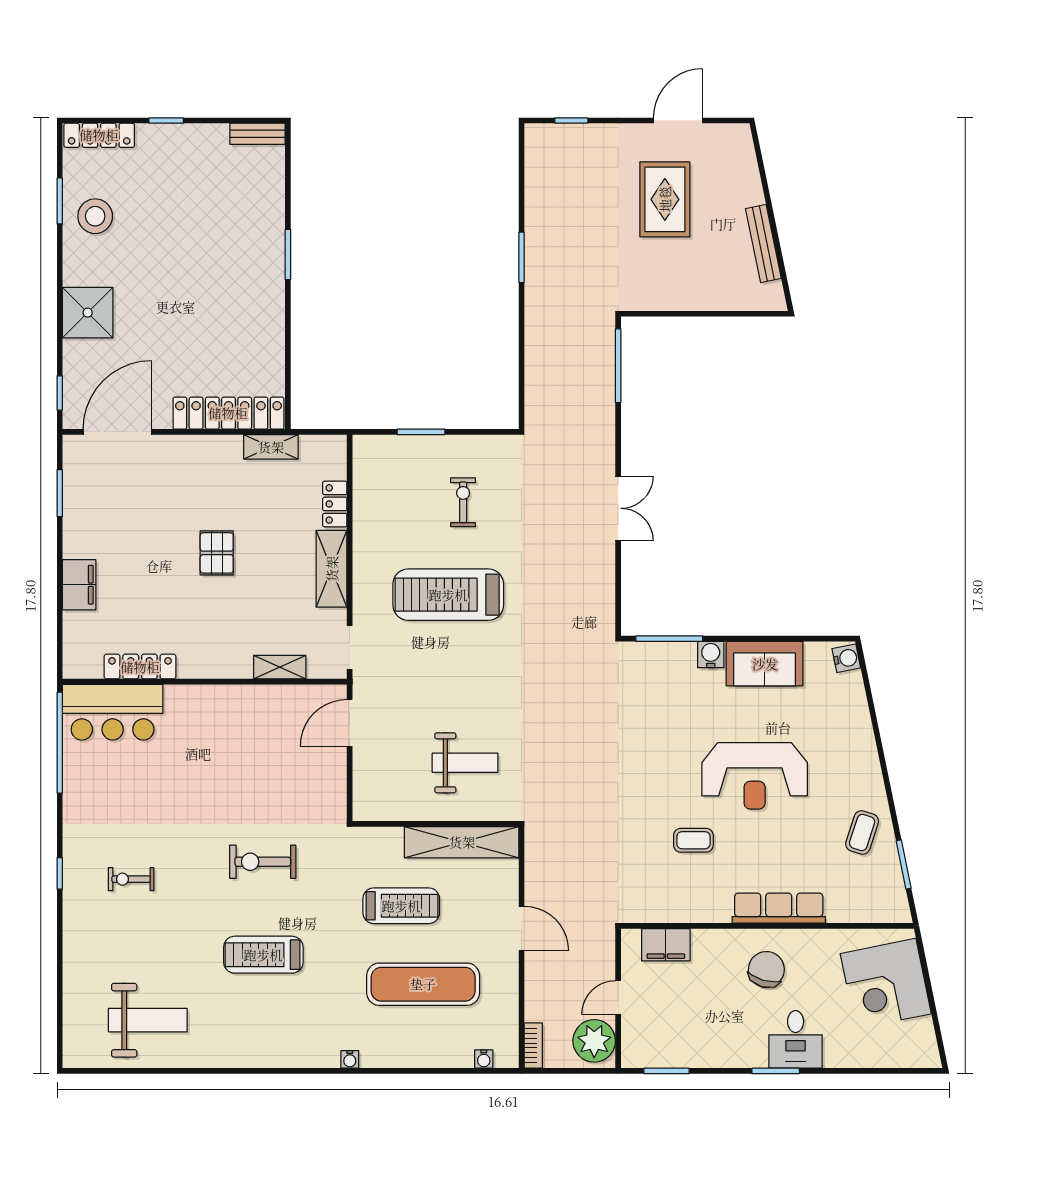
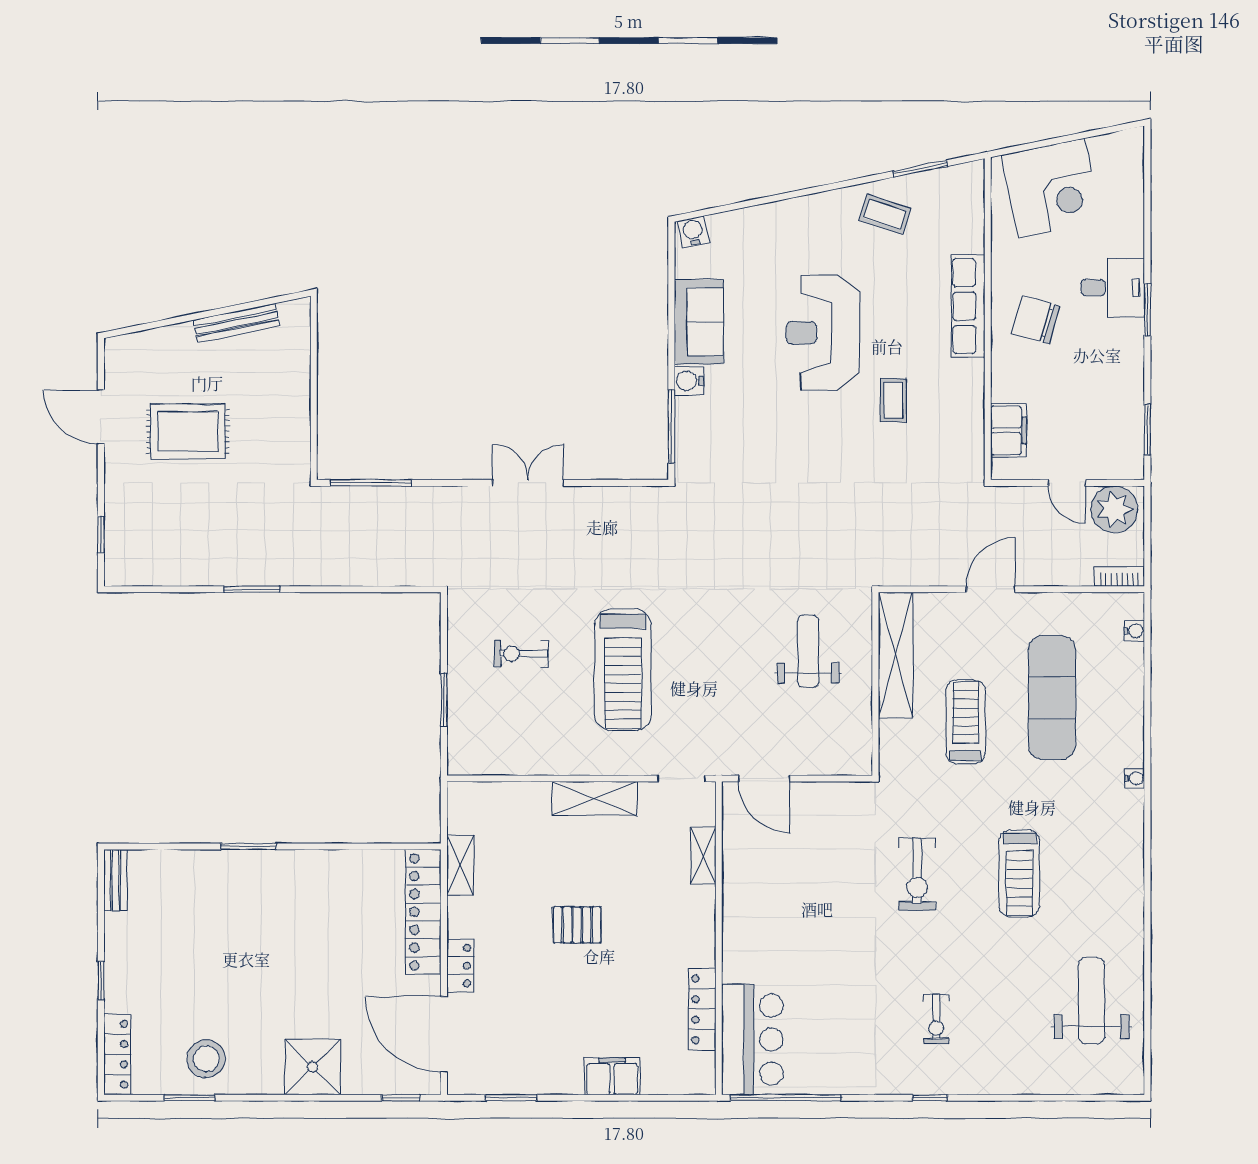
locker: (335, 504) -> (460, 966), moved, turned -90
reception desk: (755, 776) -> (823, 333), turned 180

